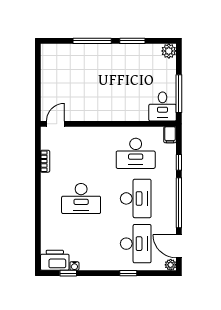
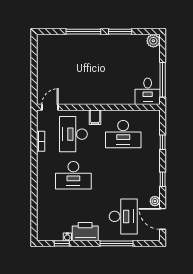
filing cabinet: (170, 135) -> (95, 117), moved
desk: (136, 198) -> (73, 134), moved, turned 180
window: (179, 203) -> (163, 179), width x0.32
printer: (55, 260) -> (85, 232), moved
plant: (171, 265) -> (155, 201), moved
window: (128, 273) -> (116, 243), width x2.17

